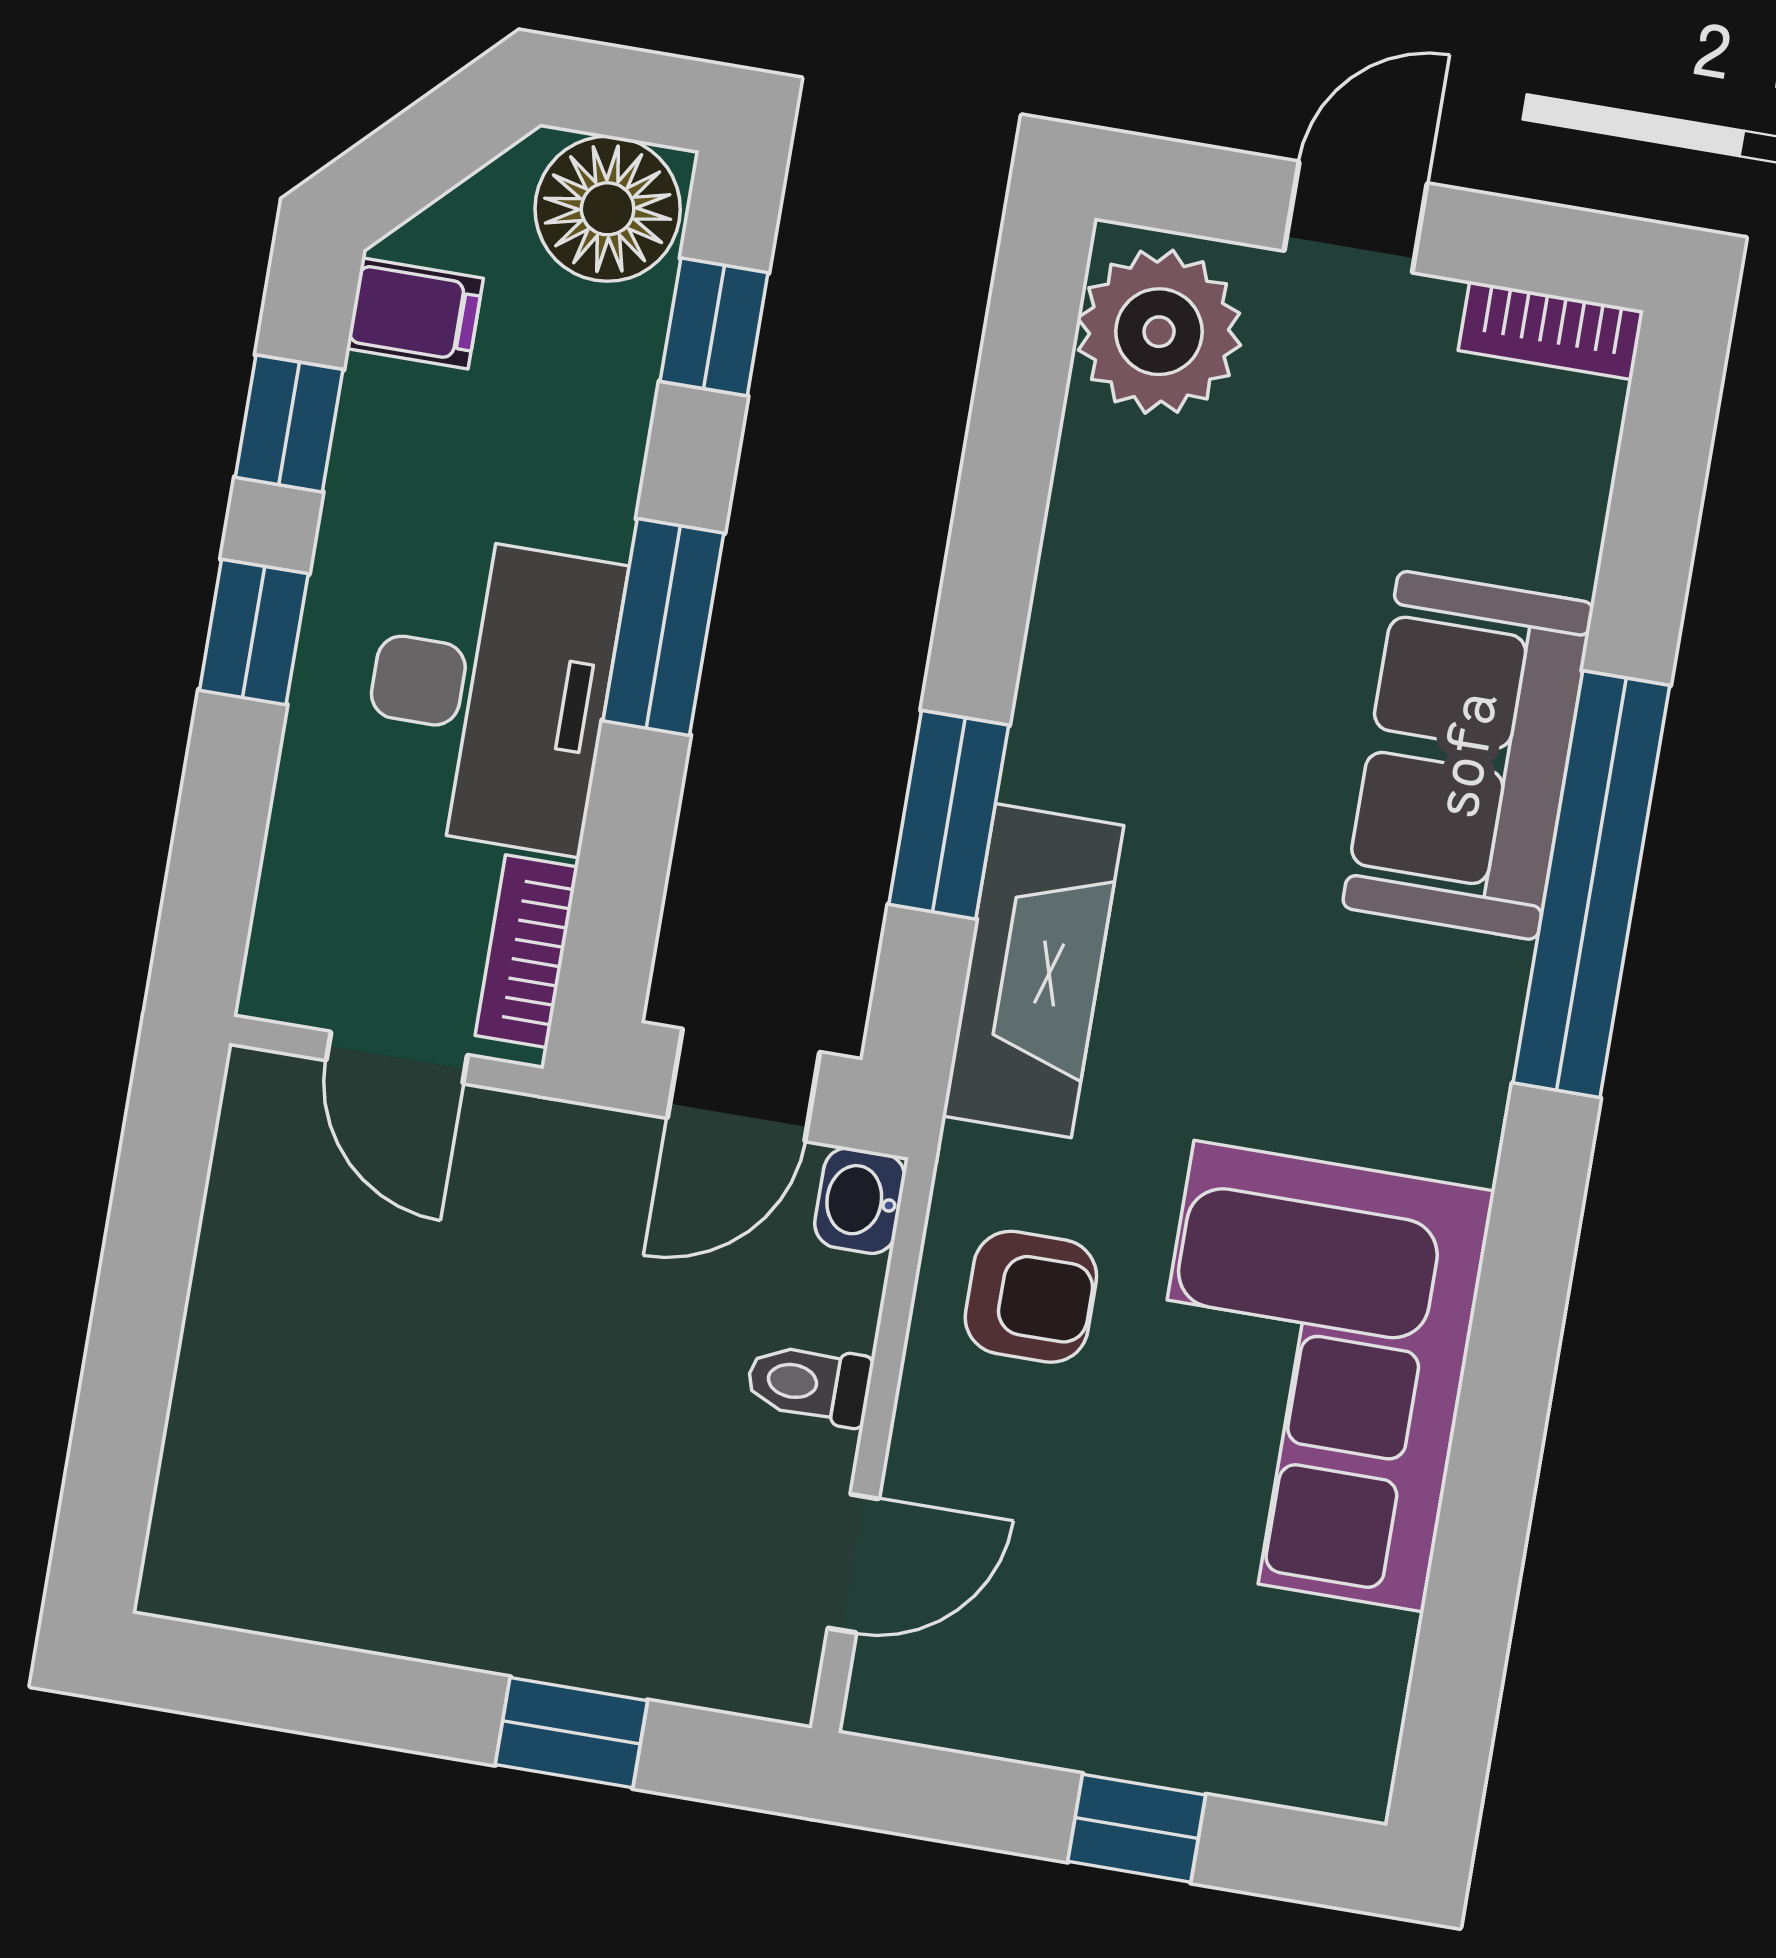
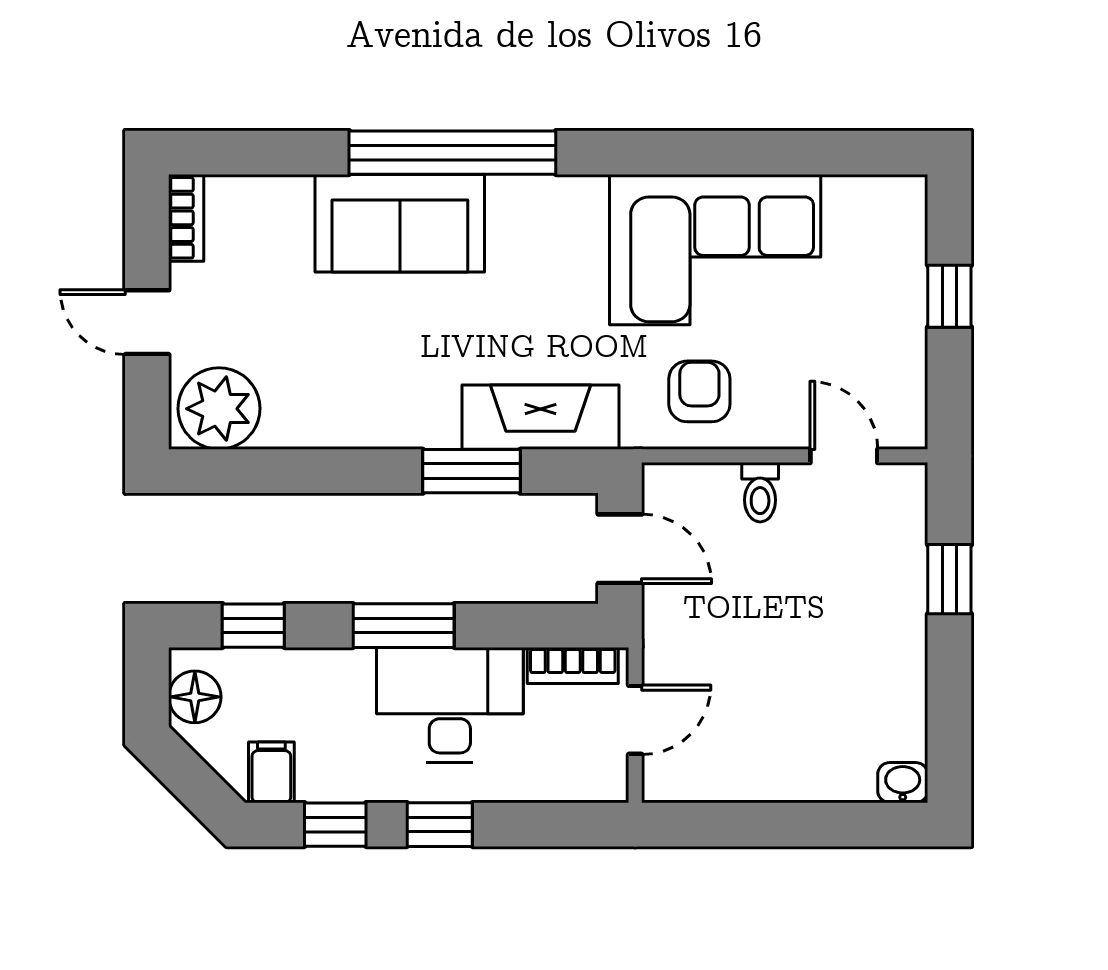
floor lamp: (608, 209) -> (195, 697), width x0.73, depth x0.73
washbasin: (860, 1201) -> (903, 783), moved, turned 180

